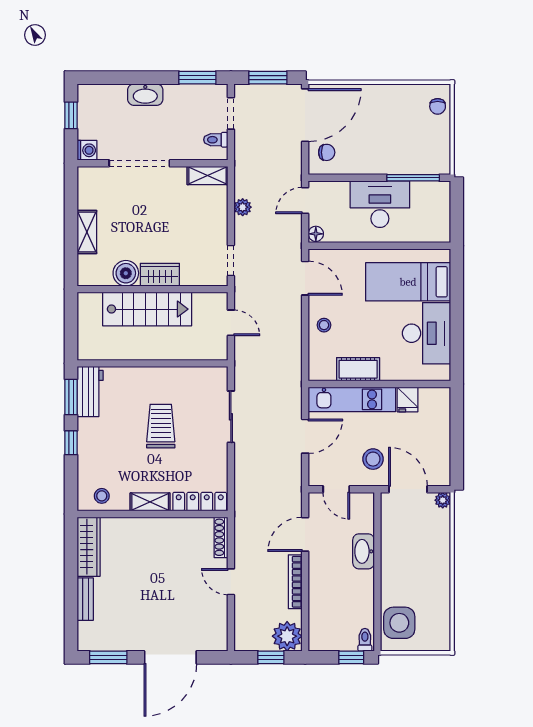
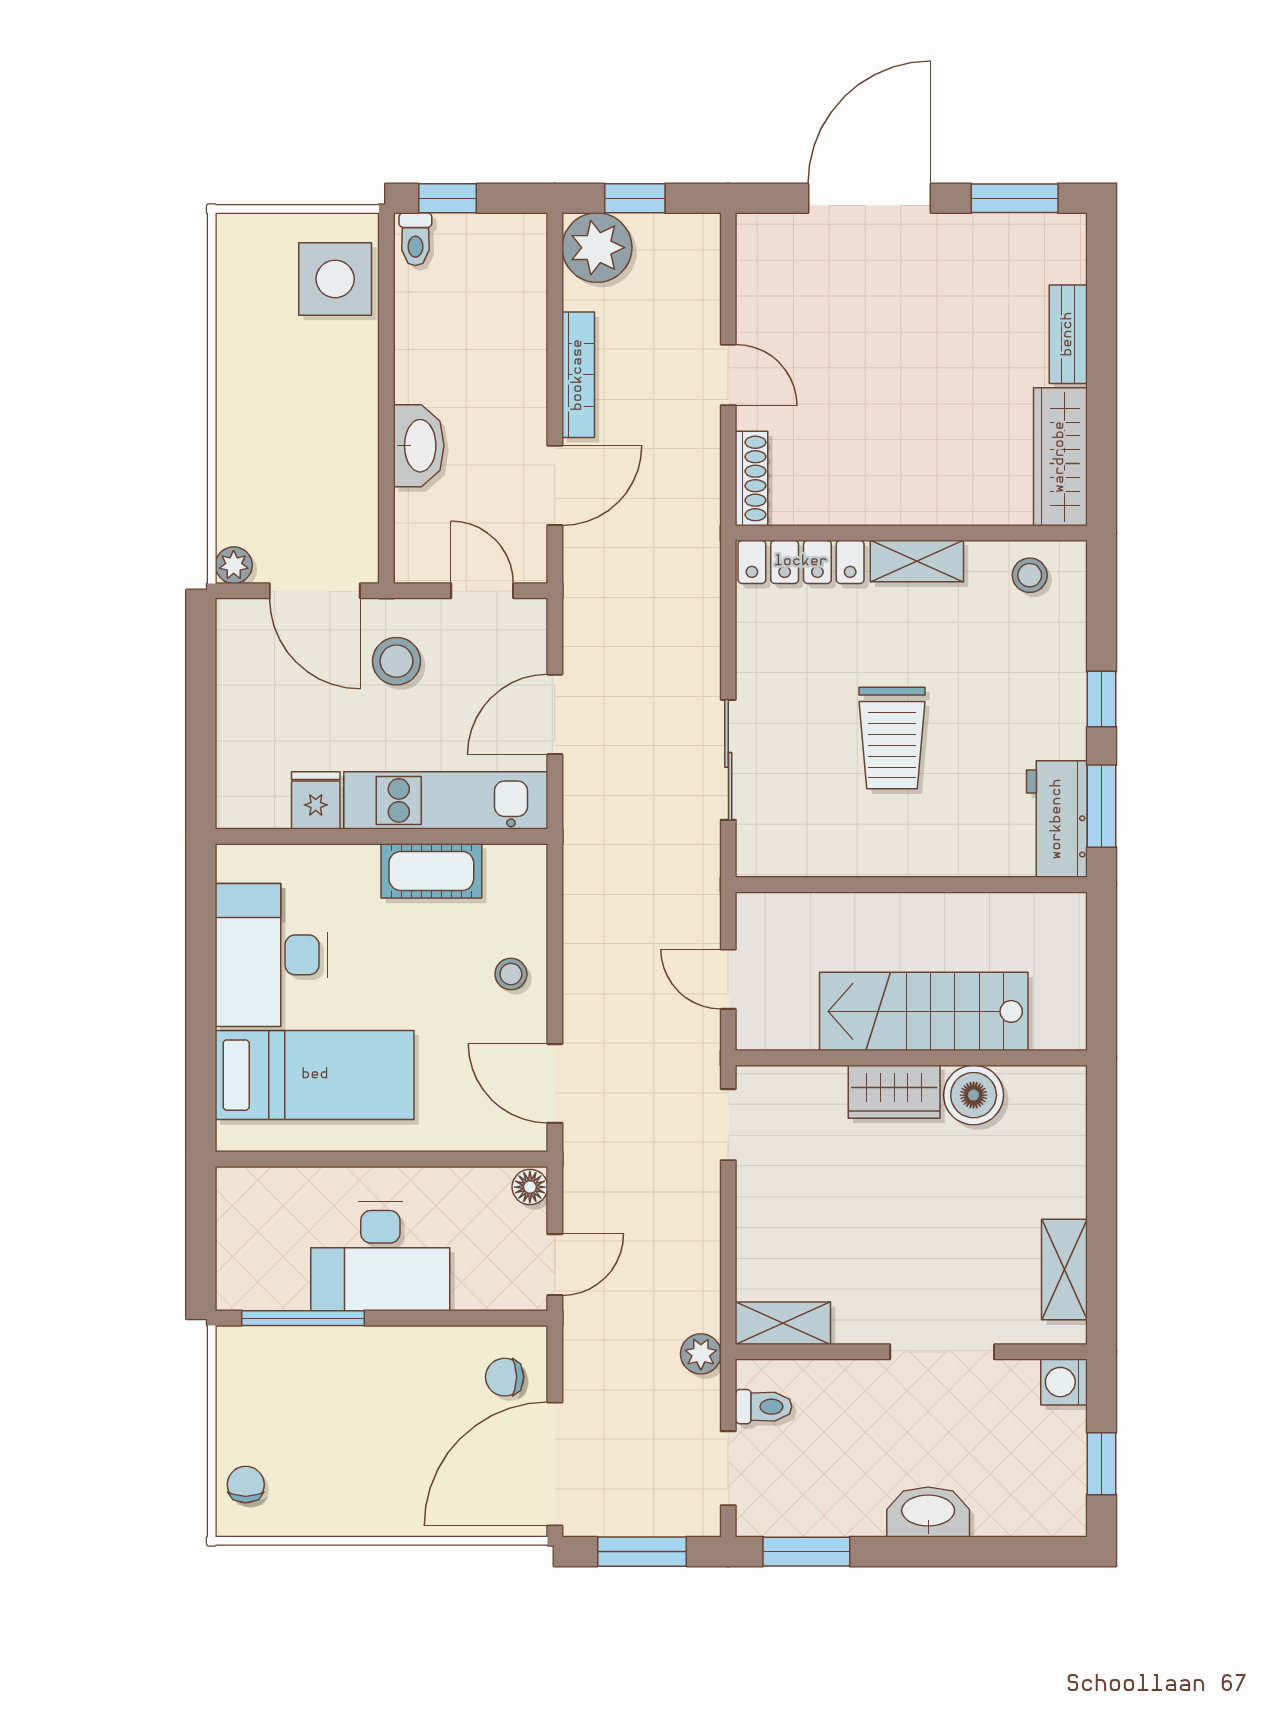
doorway: (139, 163) -> (942, 1352), width x0.73
plant: (243, 207) -> (701, 1354), moved
shelving: (87, 232) -> (1064, 1270), moved

